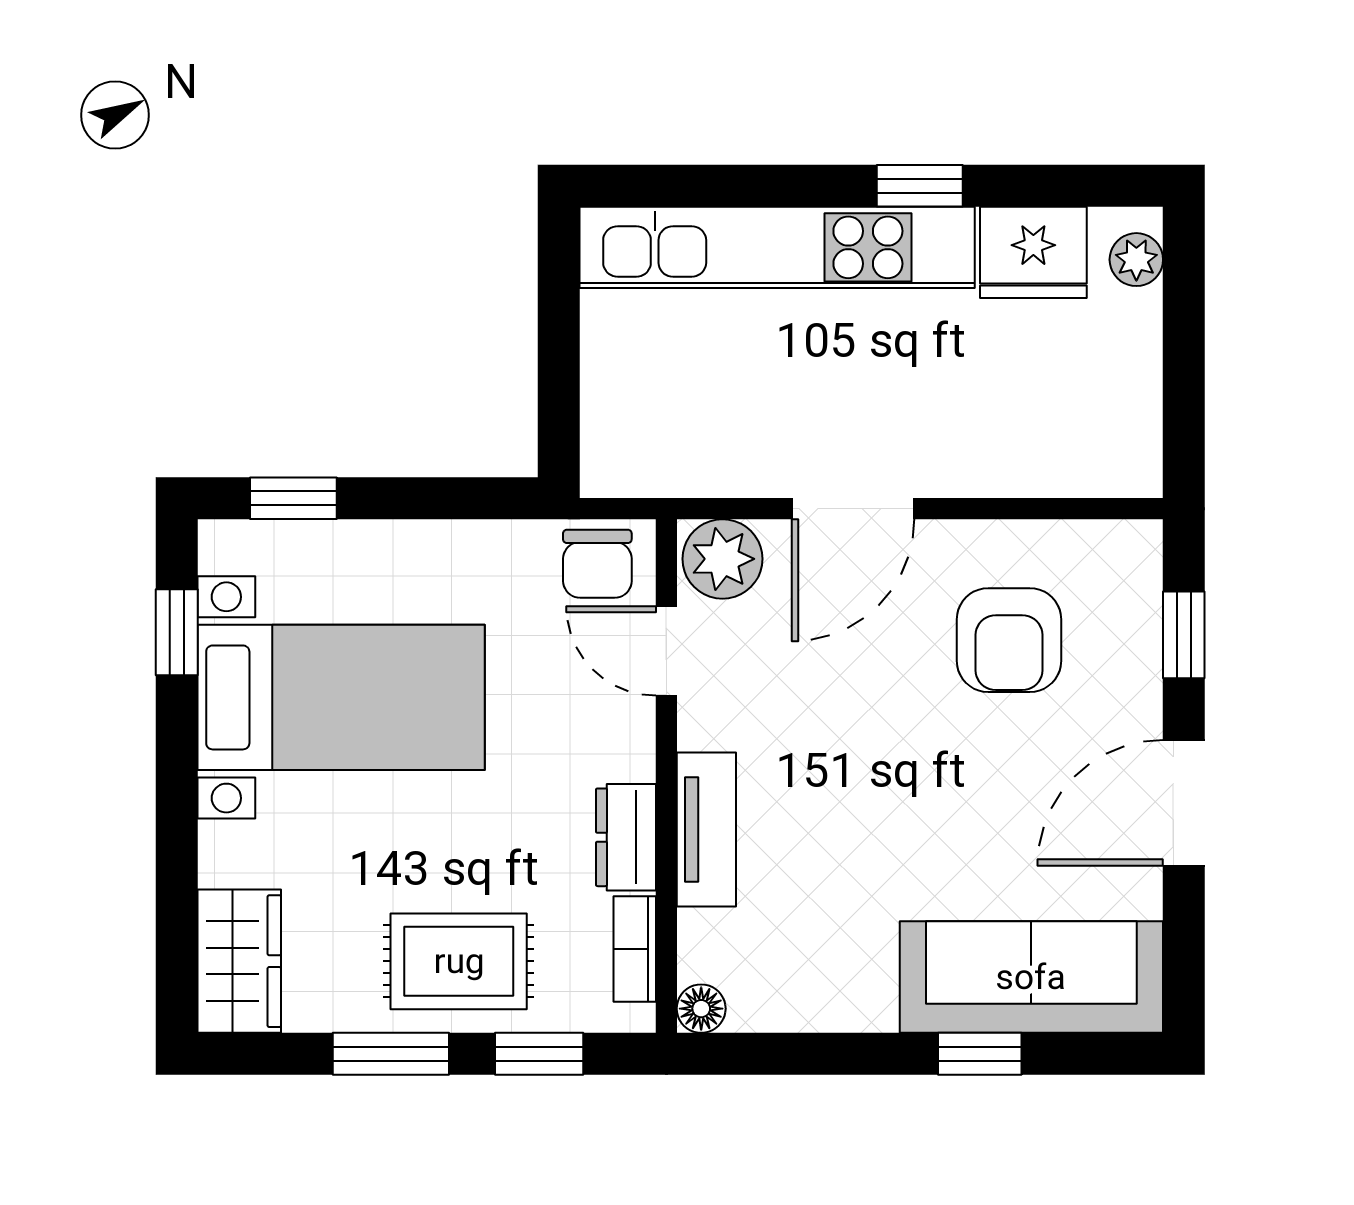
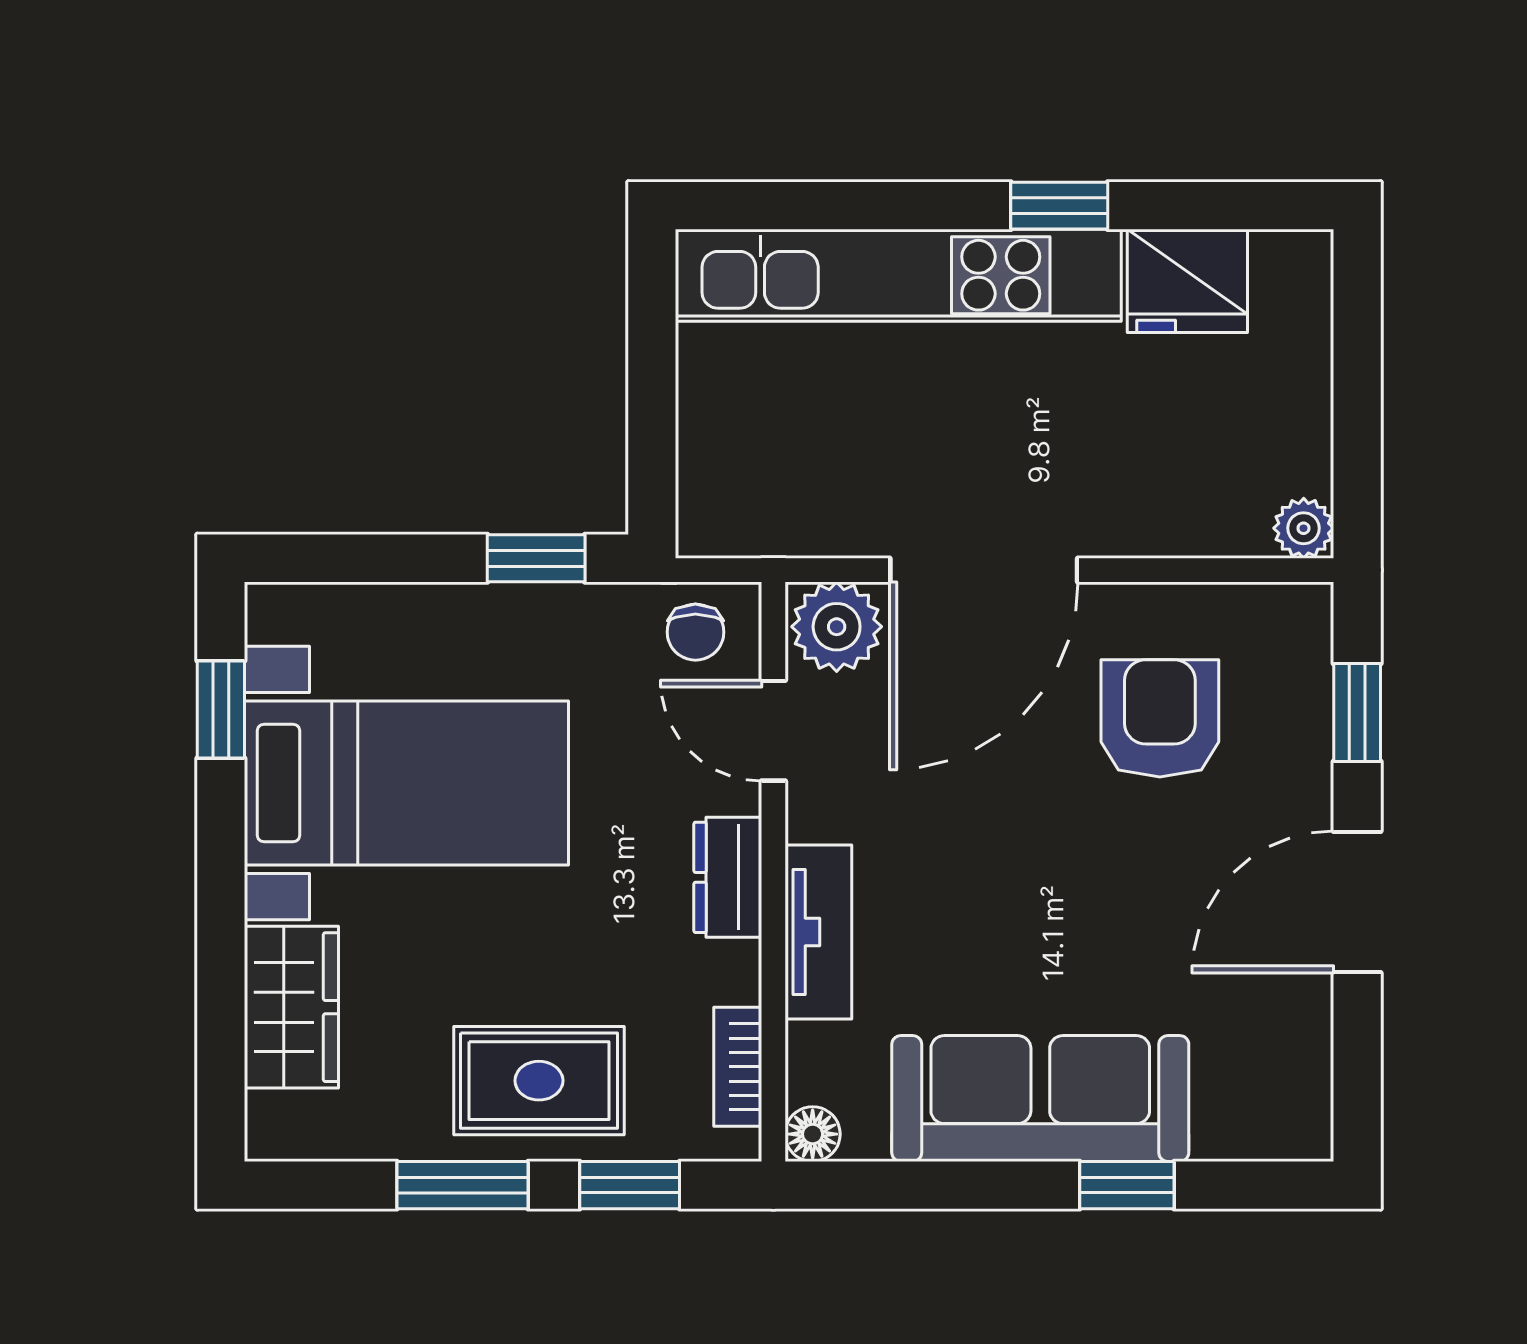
plant: (1136, 260) -> (1304, 528), moved
window: (293, 498) -> (536, 558), moved
door: (853, 509) -> (984, 570), width x1.36
chair: (597, 564) -> (695, 632), width x0.73, depth x0.73
armchair: (1009, 640) -> (1160, 718), turned 180
dresser: (626, 837) -> (728, 877), moved
wardrobe: (239, 961) -> (291, 1007), moved
sofa: (1031, 977) -> (1040, 1098), moved

